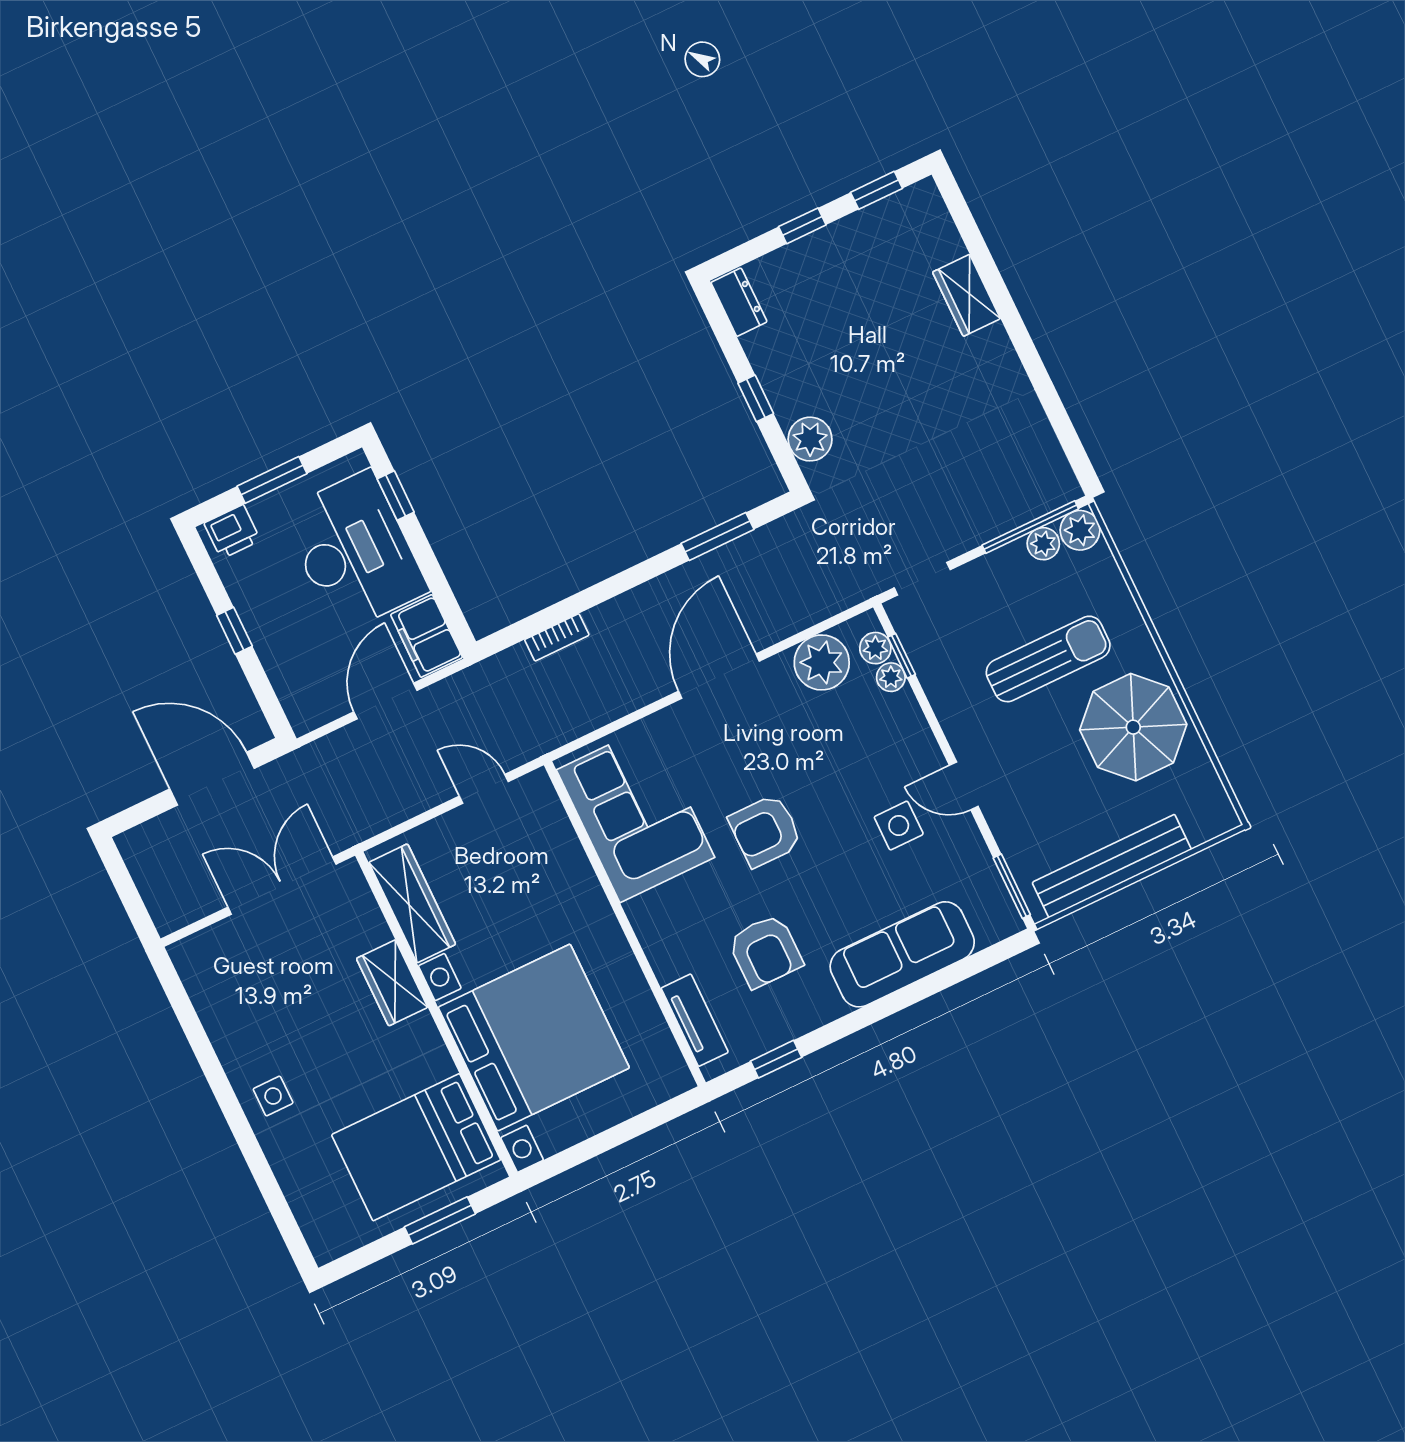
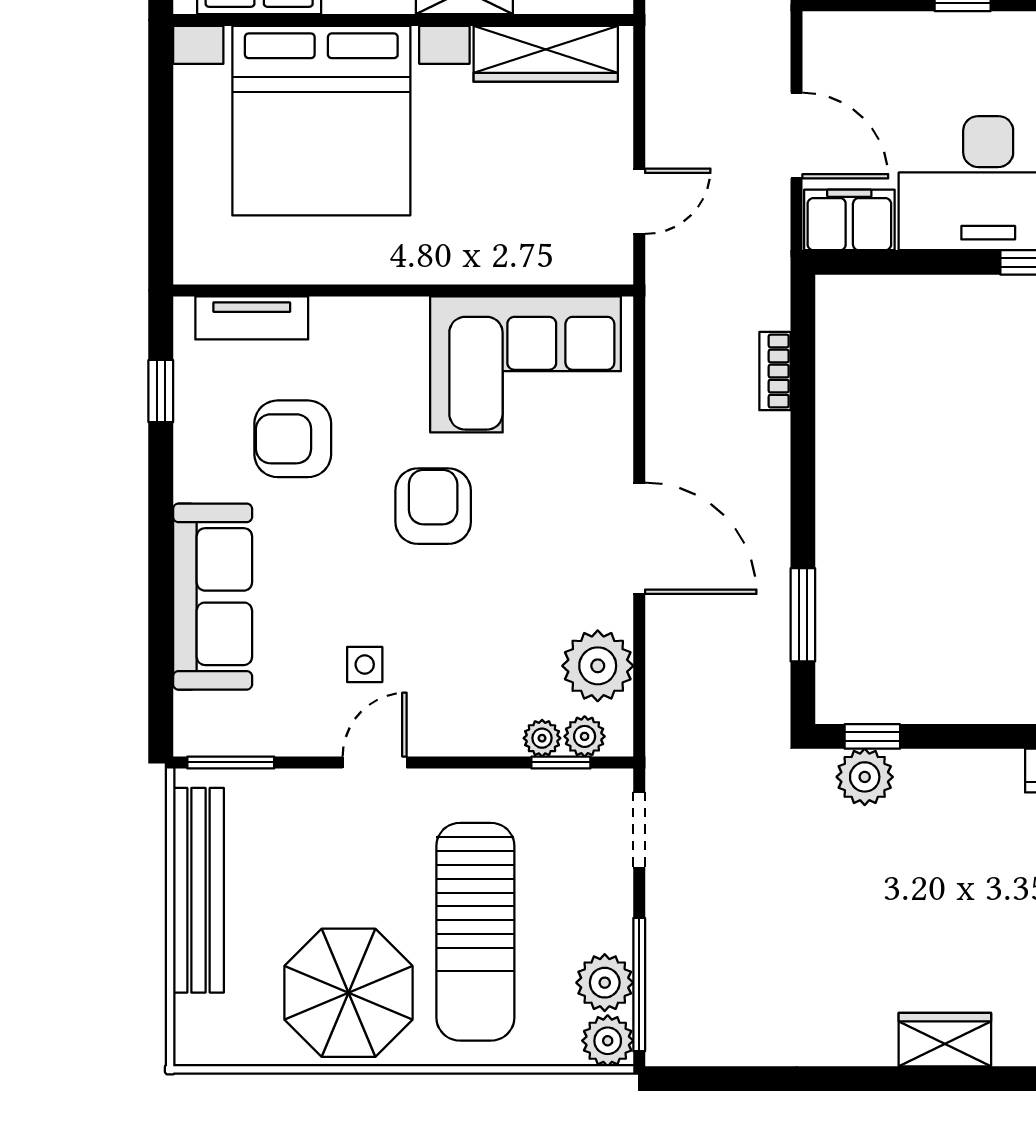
window: (756, 398) -> (872, 736), moved
plant: (1043, 544) -> (605, 983), width x1.38, depth x1.38
sun lounger: (1048, 659) -> (475, 932), width x1.36, depth x1.34
side table: (899, 826) -> (365, 664), width x0.73, depth x0.73

